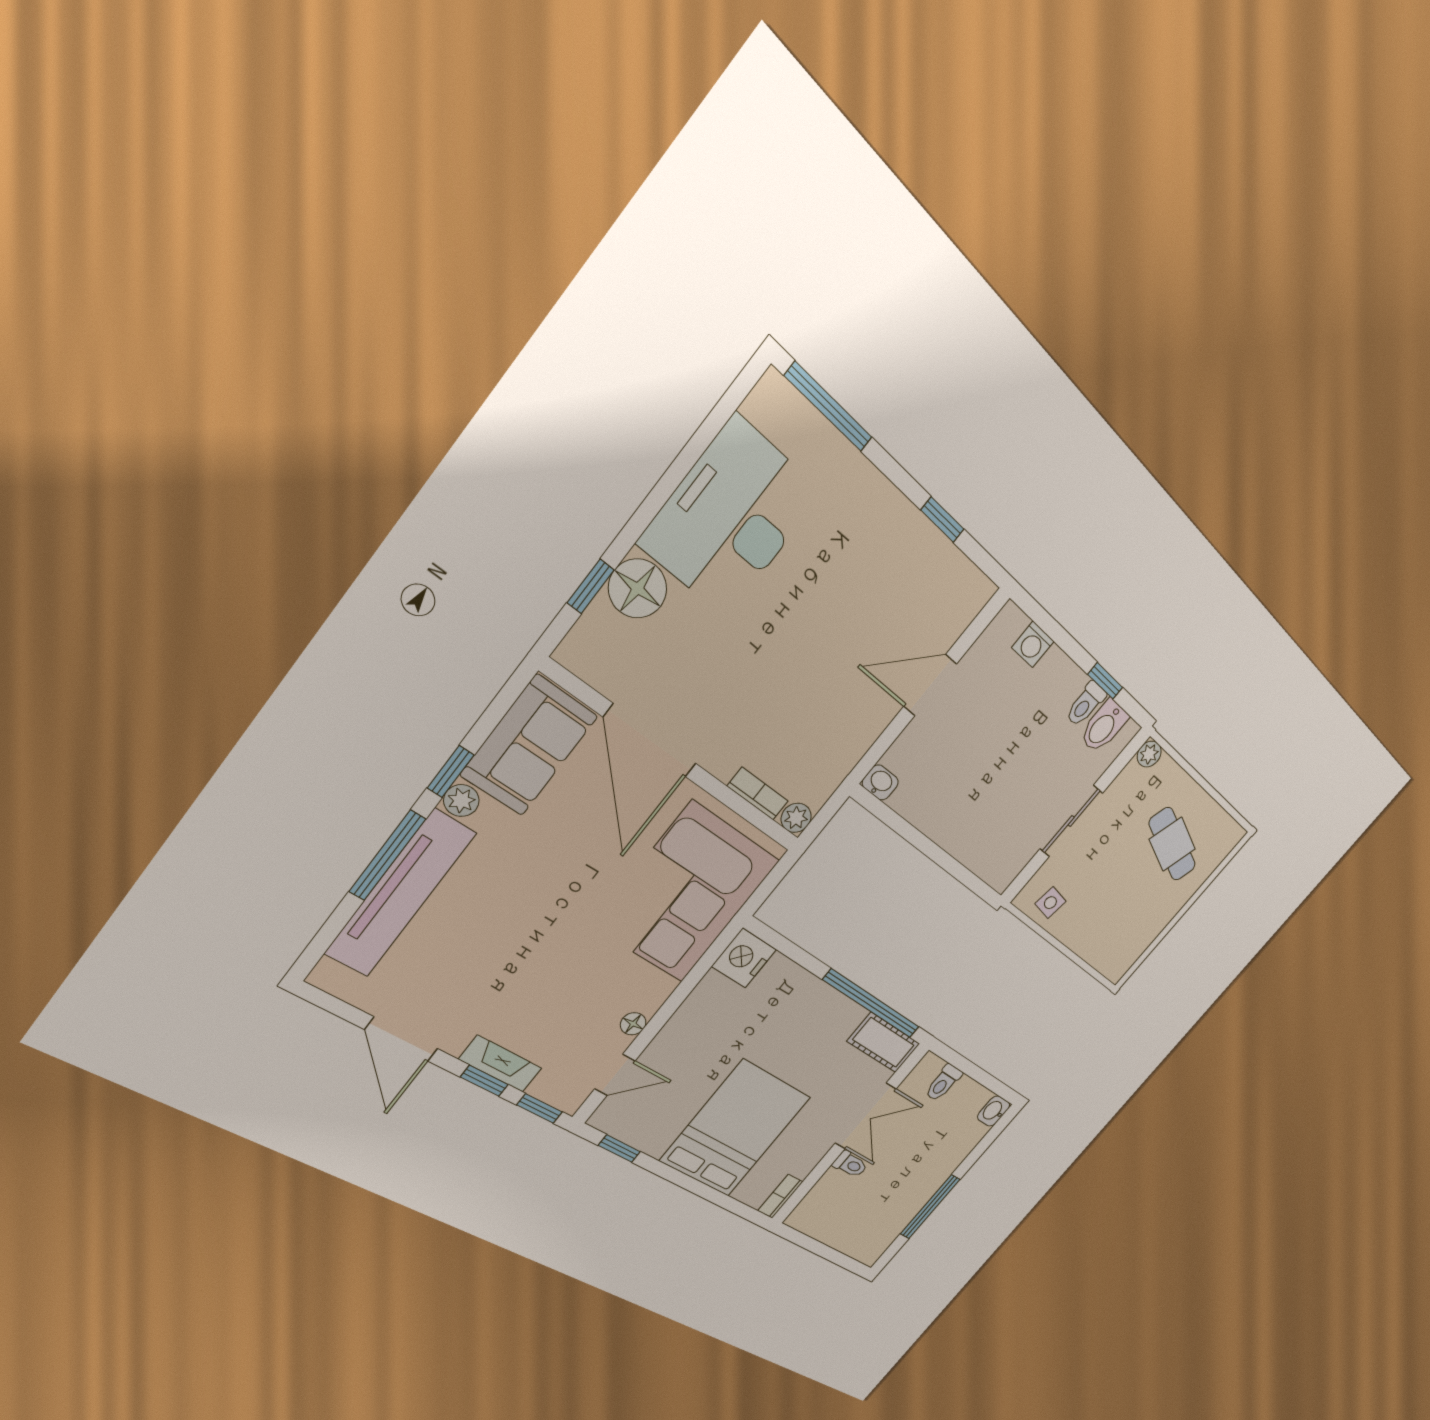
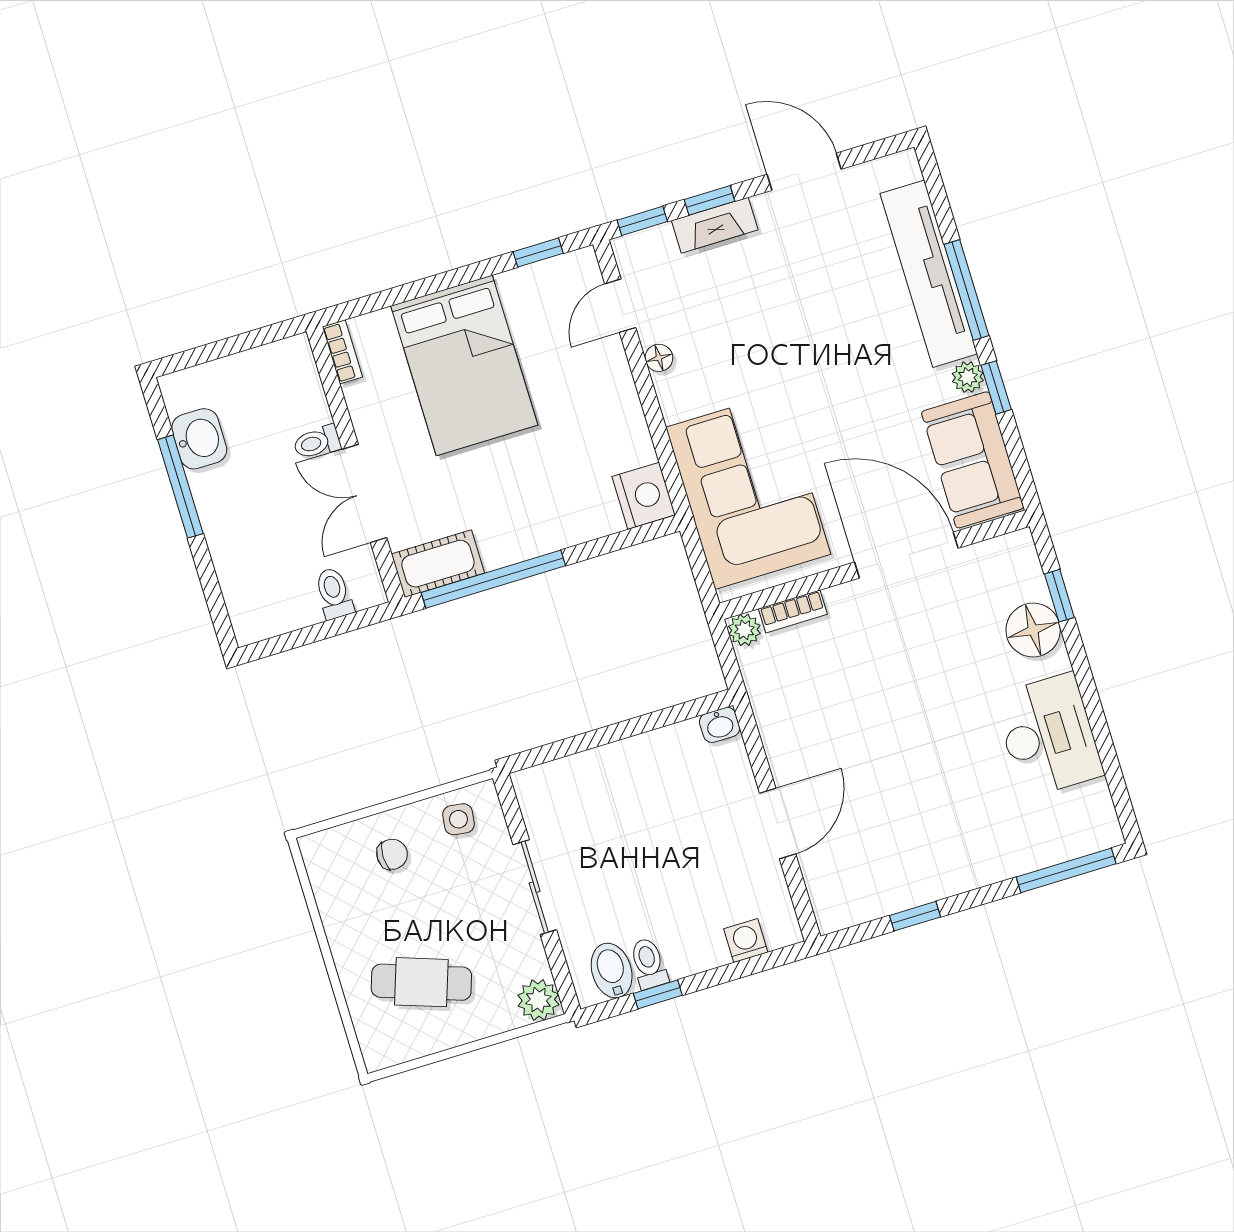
desk: (731, 518) -> (1048, 735), width x0.73, depth x0.77
plant: (1149, 754) -> (538, 1000), width x1.38, depth x1.38
chair: (1096, 924) -> (392, 854), added
washbasin: (994, 1111) -> (199, 439), moved, width x1.38, depth x1.45

